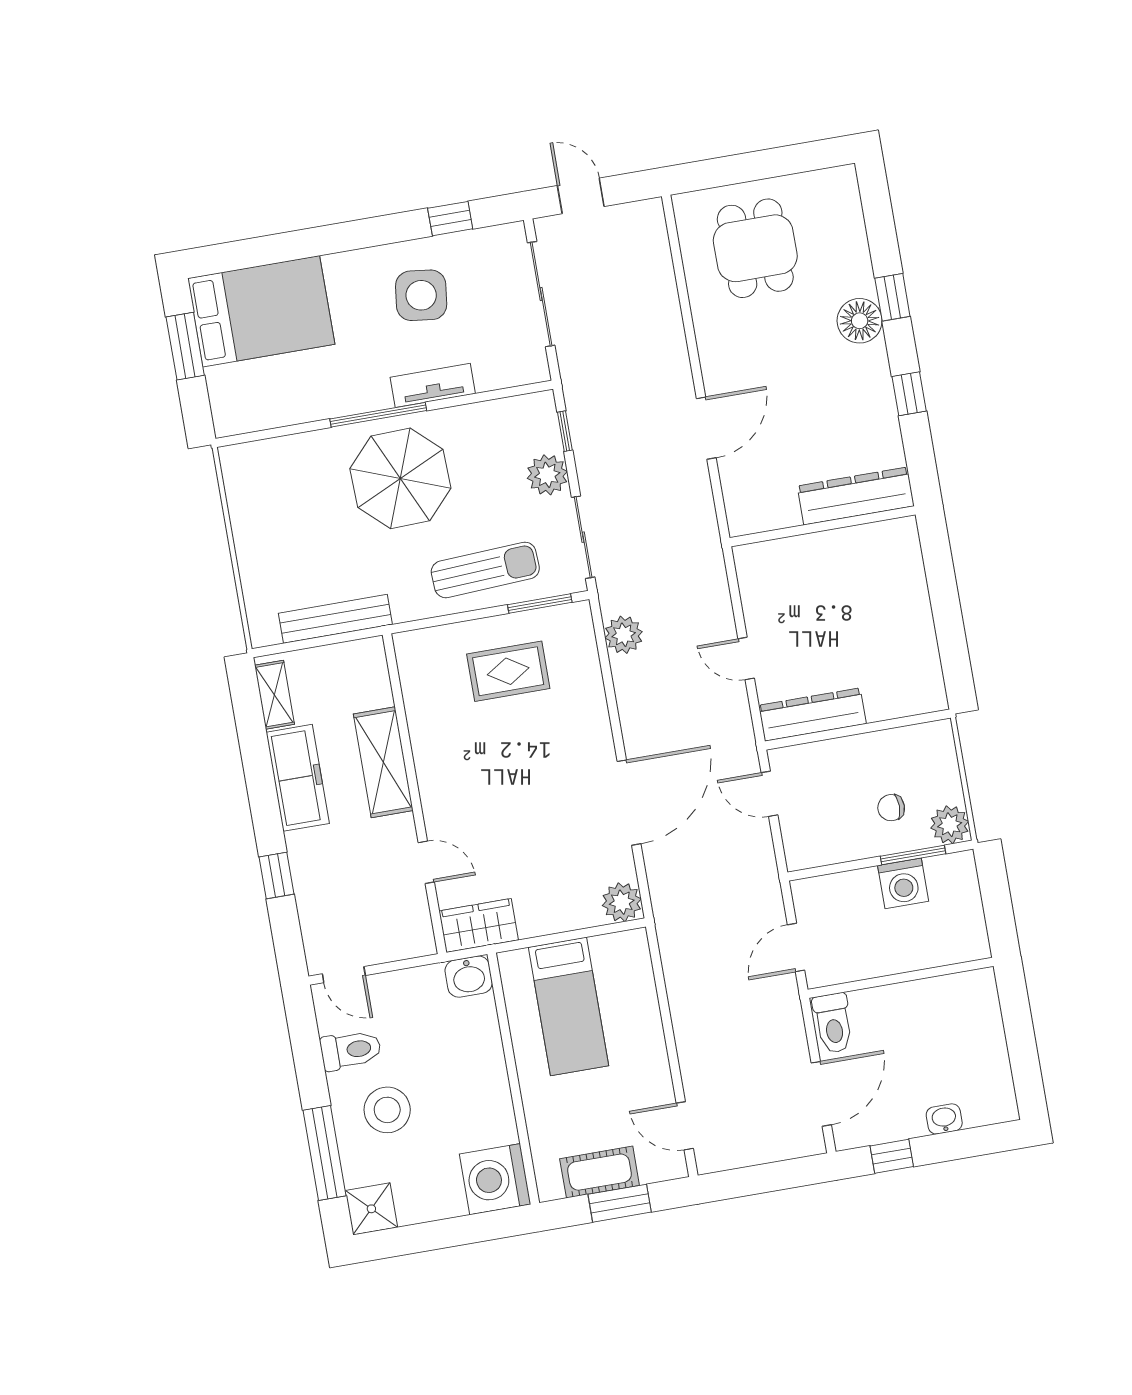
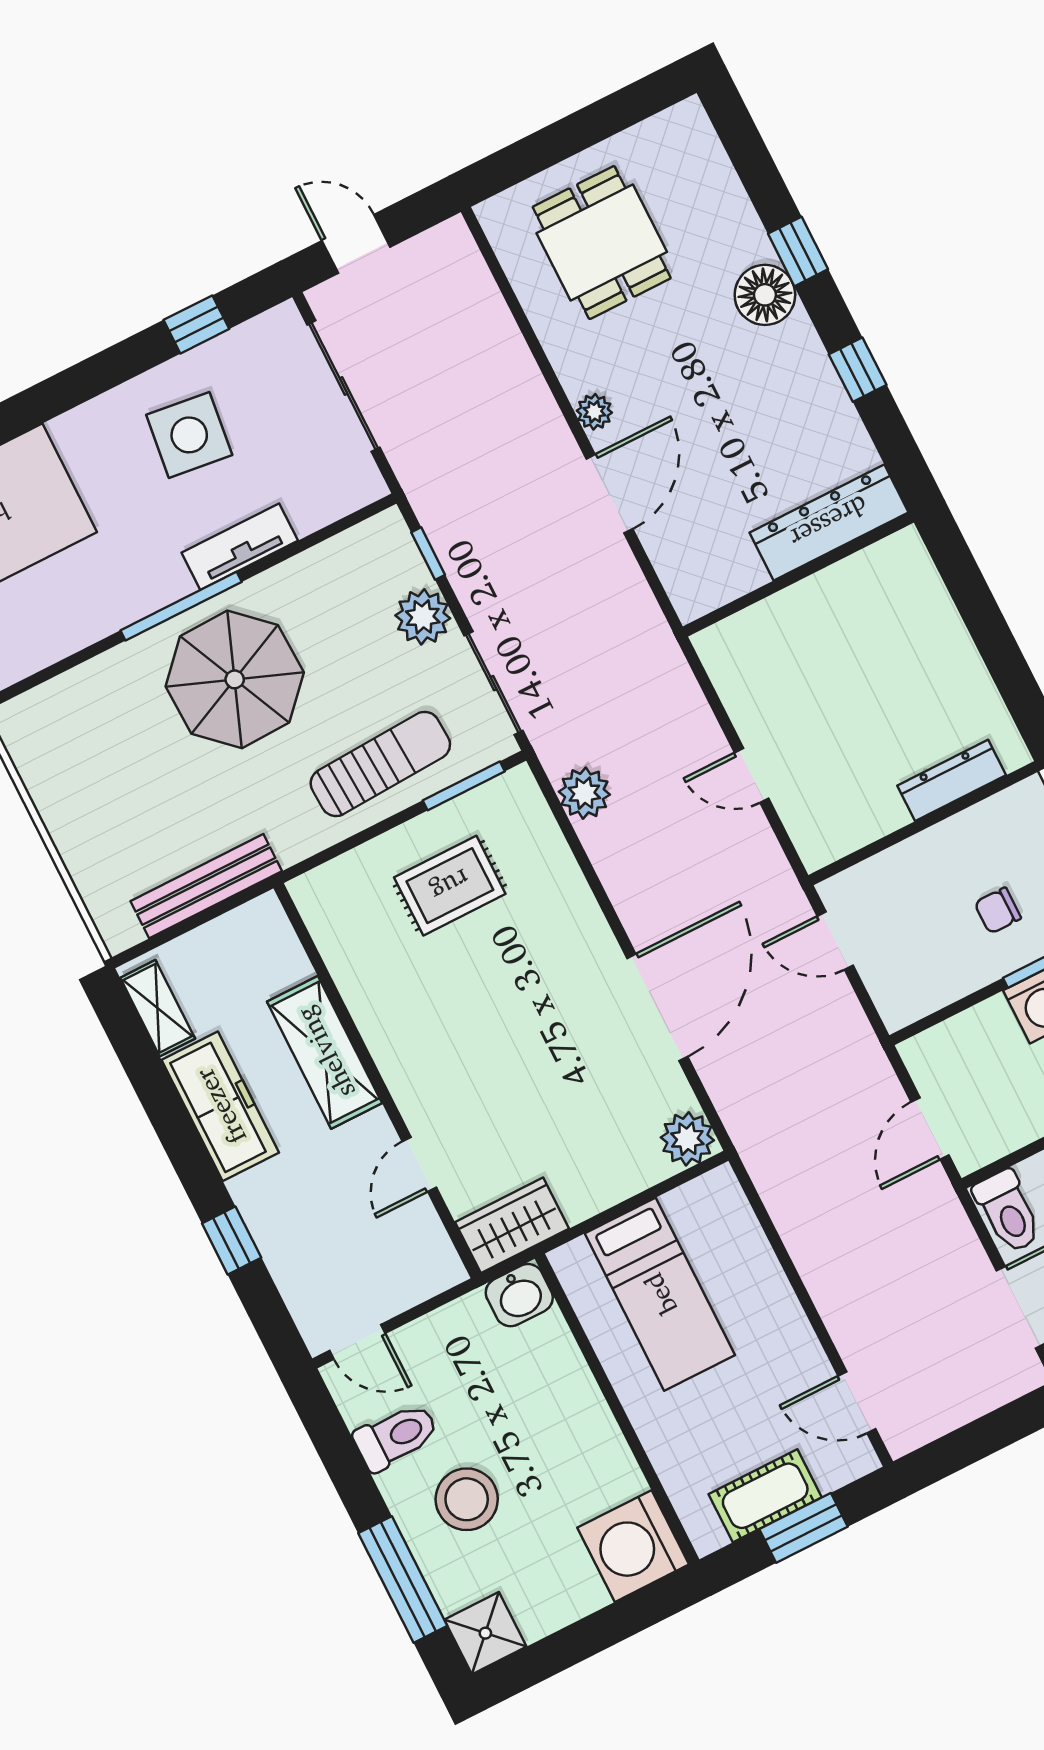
plant: (713, 367) -> (594, 412), added
dresser: (812, 715) -> (952, 780), moved, width x0.73, depth x0.80
door: (426, 862) -> (419, 1164), swing flipped

